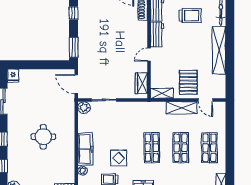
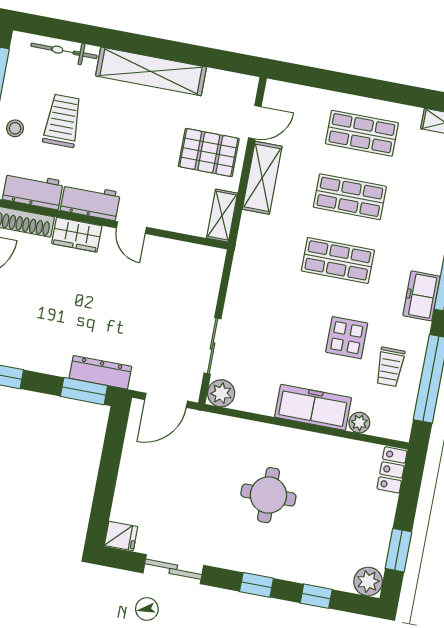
dresser: (83, 53) -> (100, 372), added
wardrobe: (141, 83) -> (77, 235), moved

